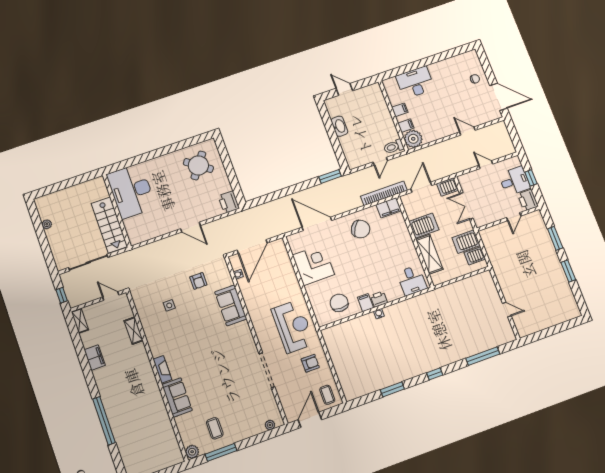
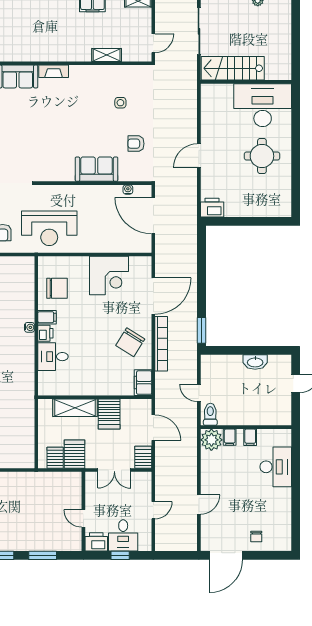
round table: (198, 165) -> (262, 156), moved, turned -36
bookcase: (384, 193) -> (161, 344), moved
double door: (466, 206) -> (114, 470), swing flipped
desk: (412, 280) -> (53, 357), moved

